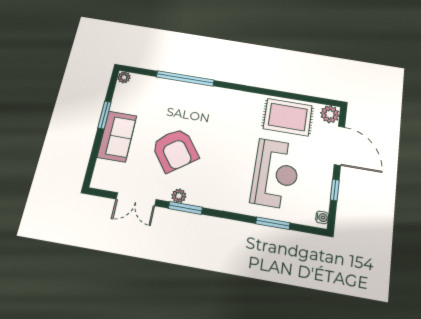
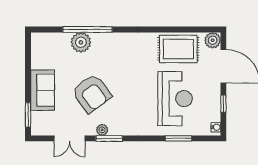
plant: (124, 77) -> (81, 42), moved, width x1.87, depth x1.87
window: (104, 115) -> (28, 115), moved

